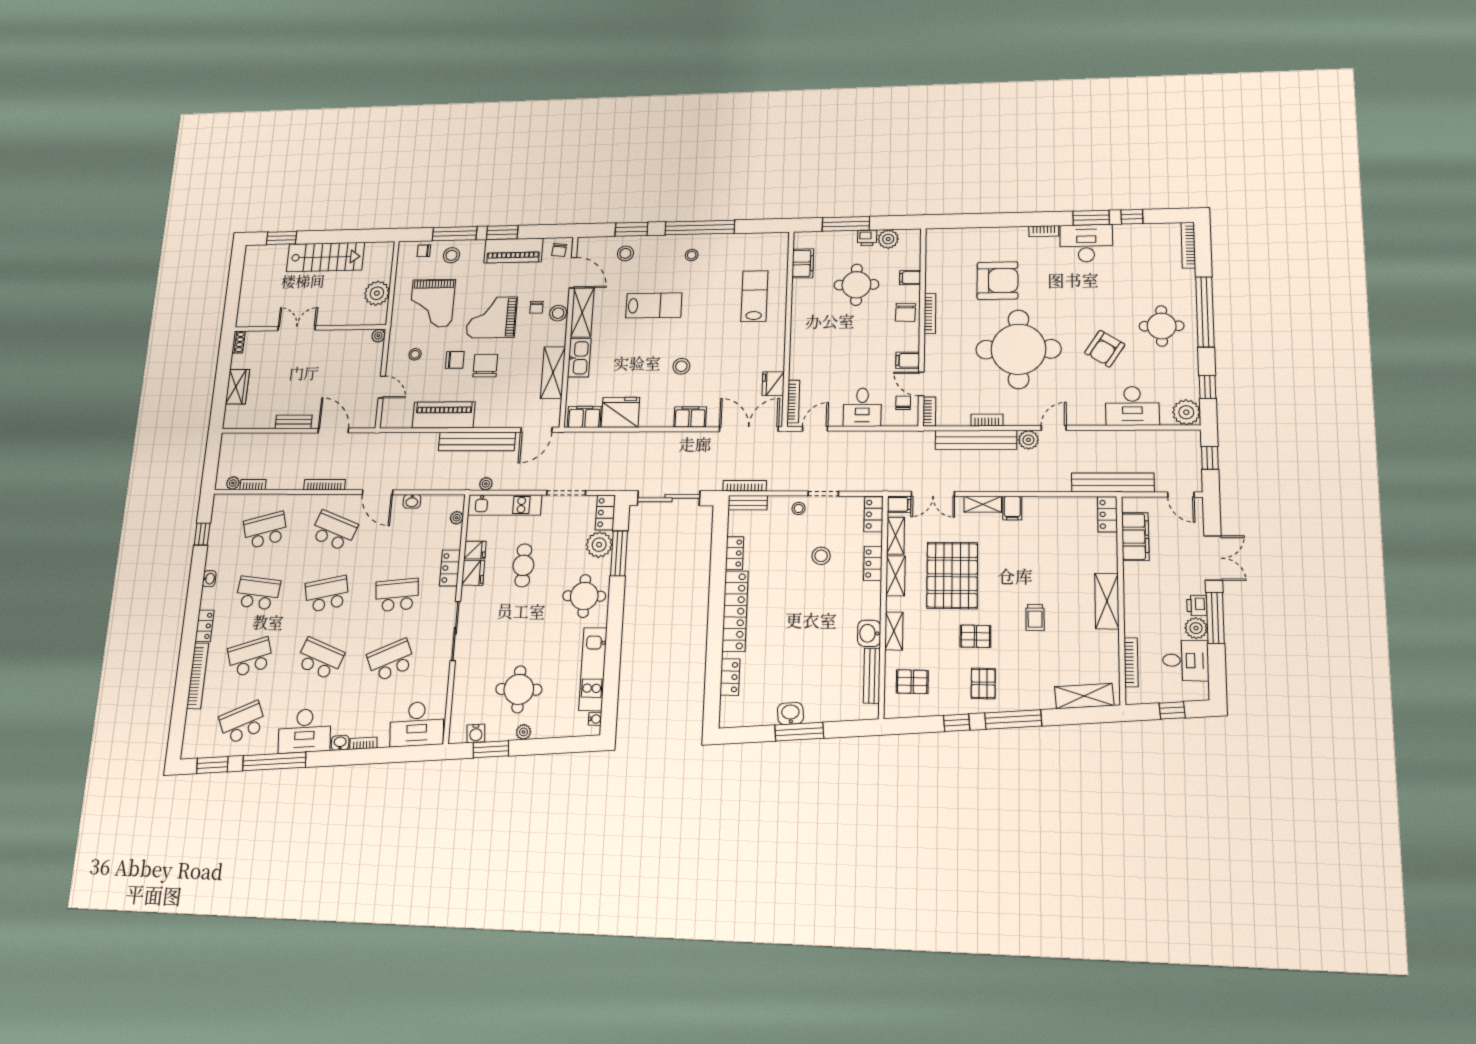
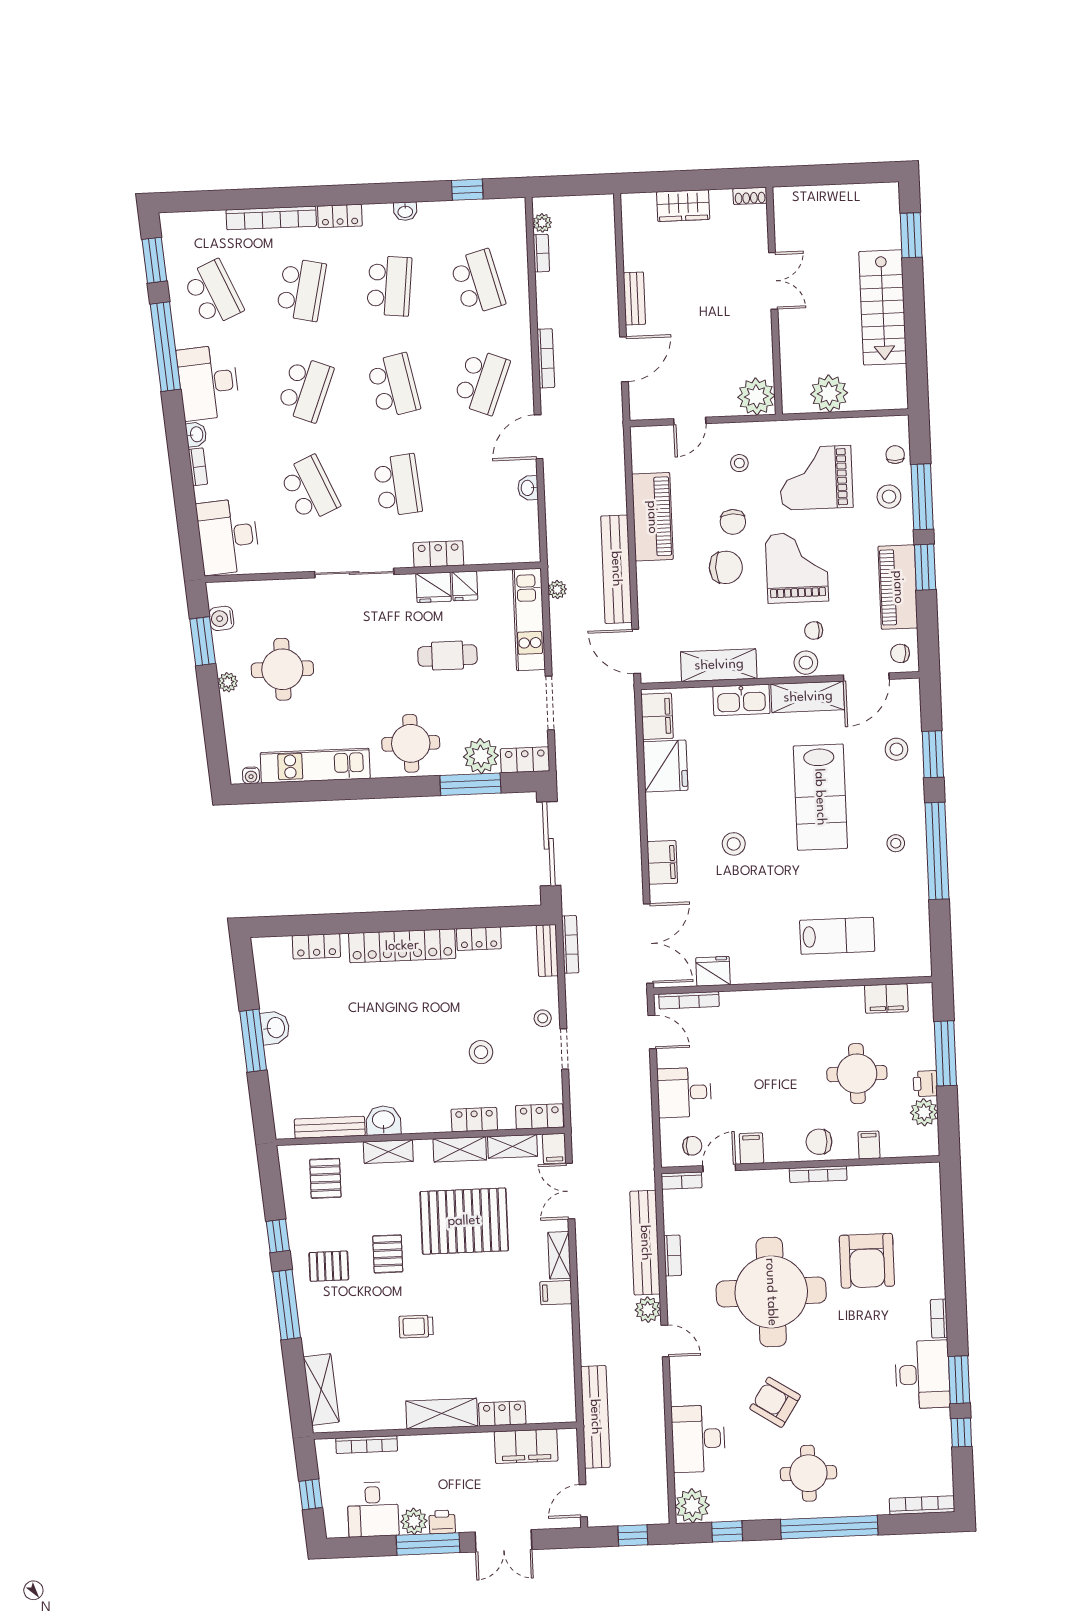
lab bench: (654, 305) -> (820, 797), width x1.36, depth x1.39
plant: (378, 336) -> (756, 397), width x1.87, depth x1.87
locker: (1107, 514) -> (502, 1414), moved
plant: (457, 518) -> (508, 554), removed
school desk: (250, 657) -> (301, 290), turned 30

